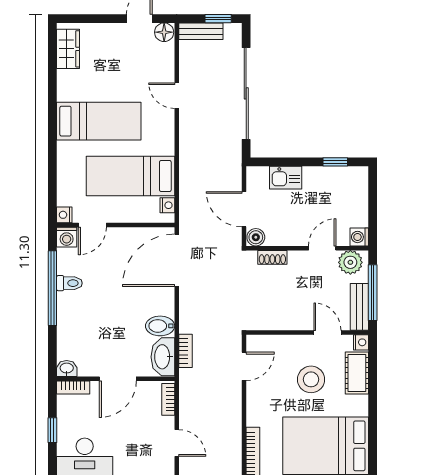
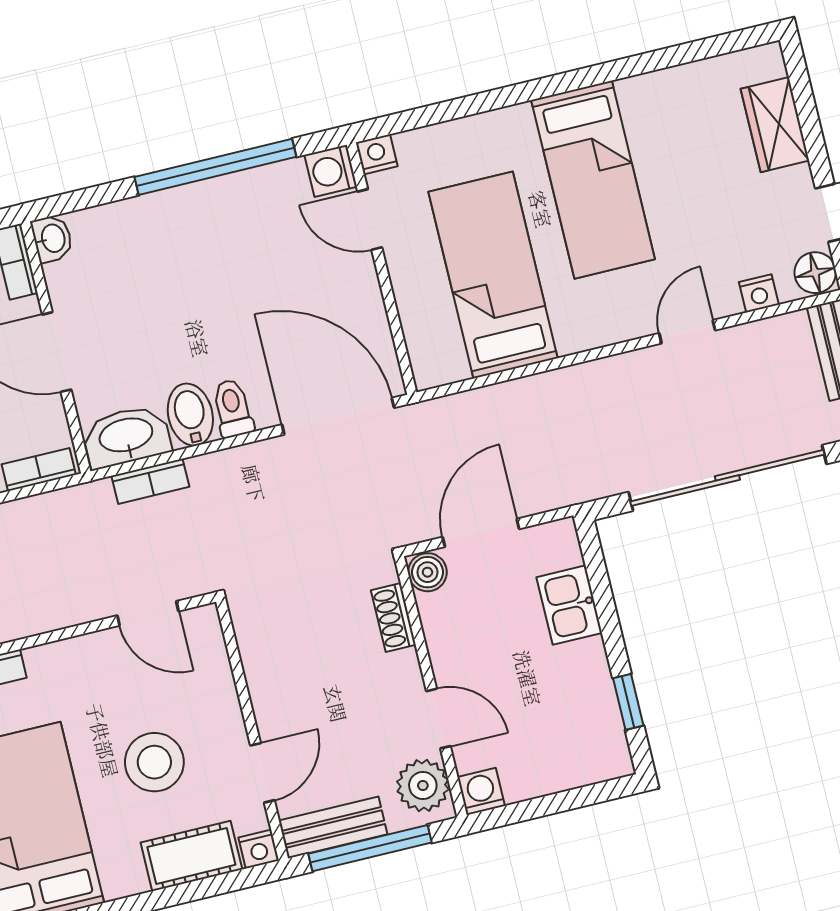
wardrobe: (68, 49) -> (775, 125), moved, turned 90
nightstand: (167, 205) -> (759, 293), moved
toilet: (69, 283) -> (233, 408), moved, turned 180

